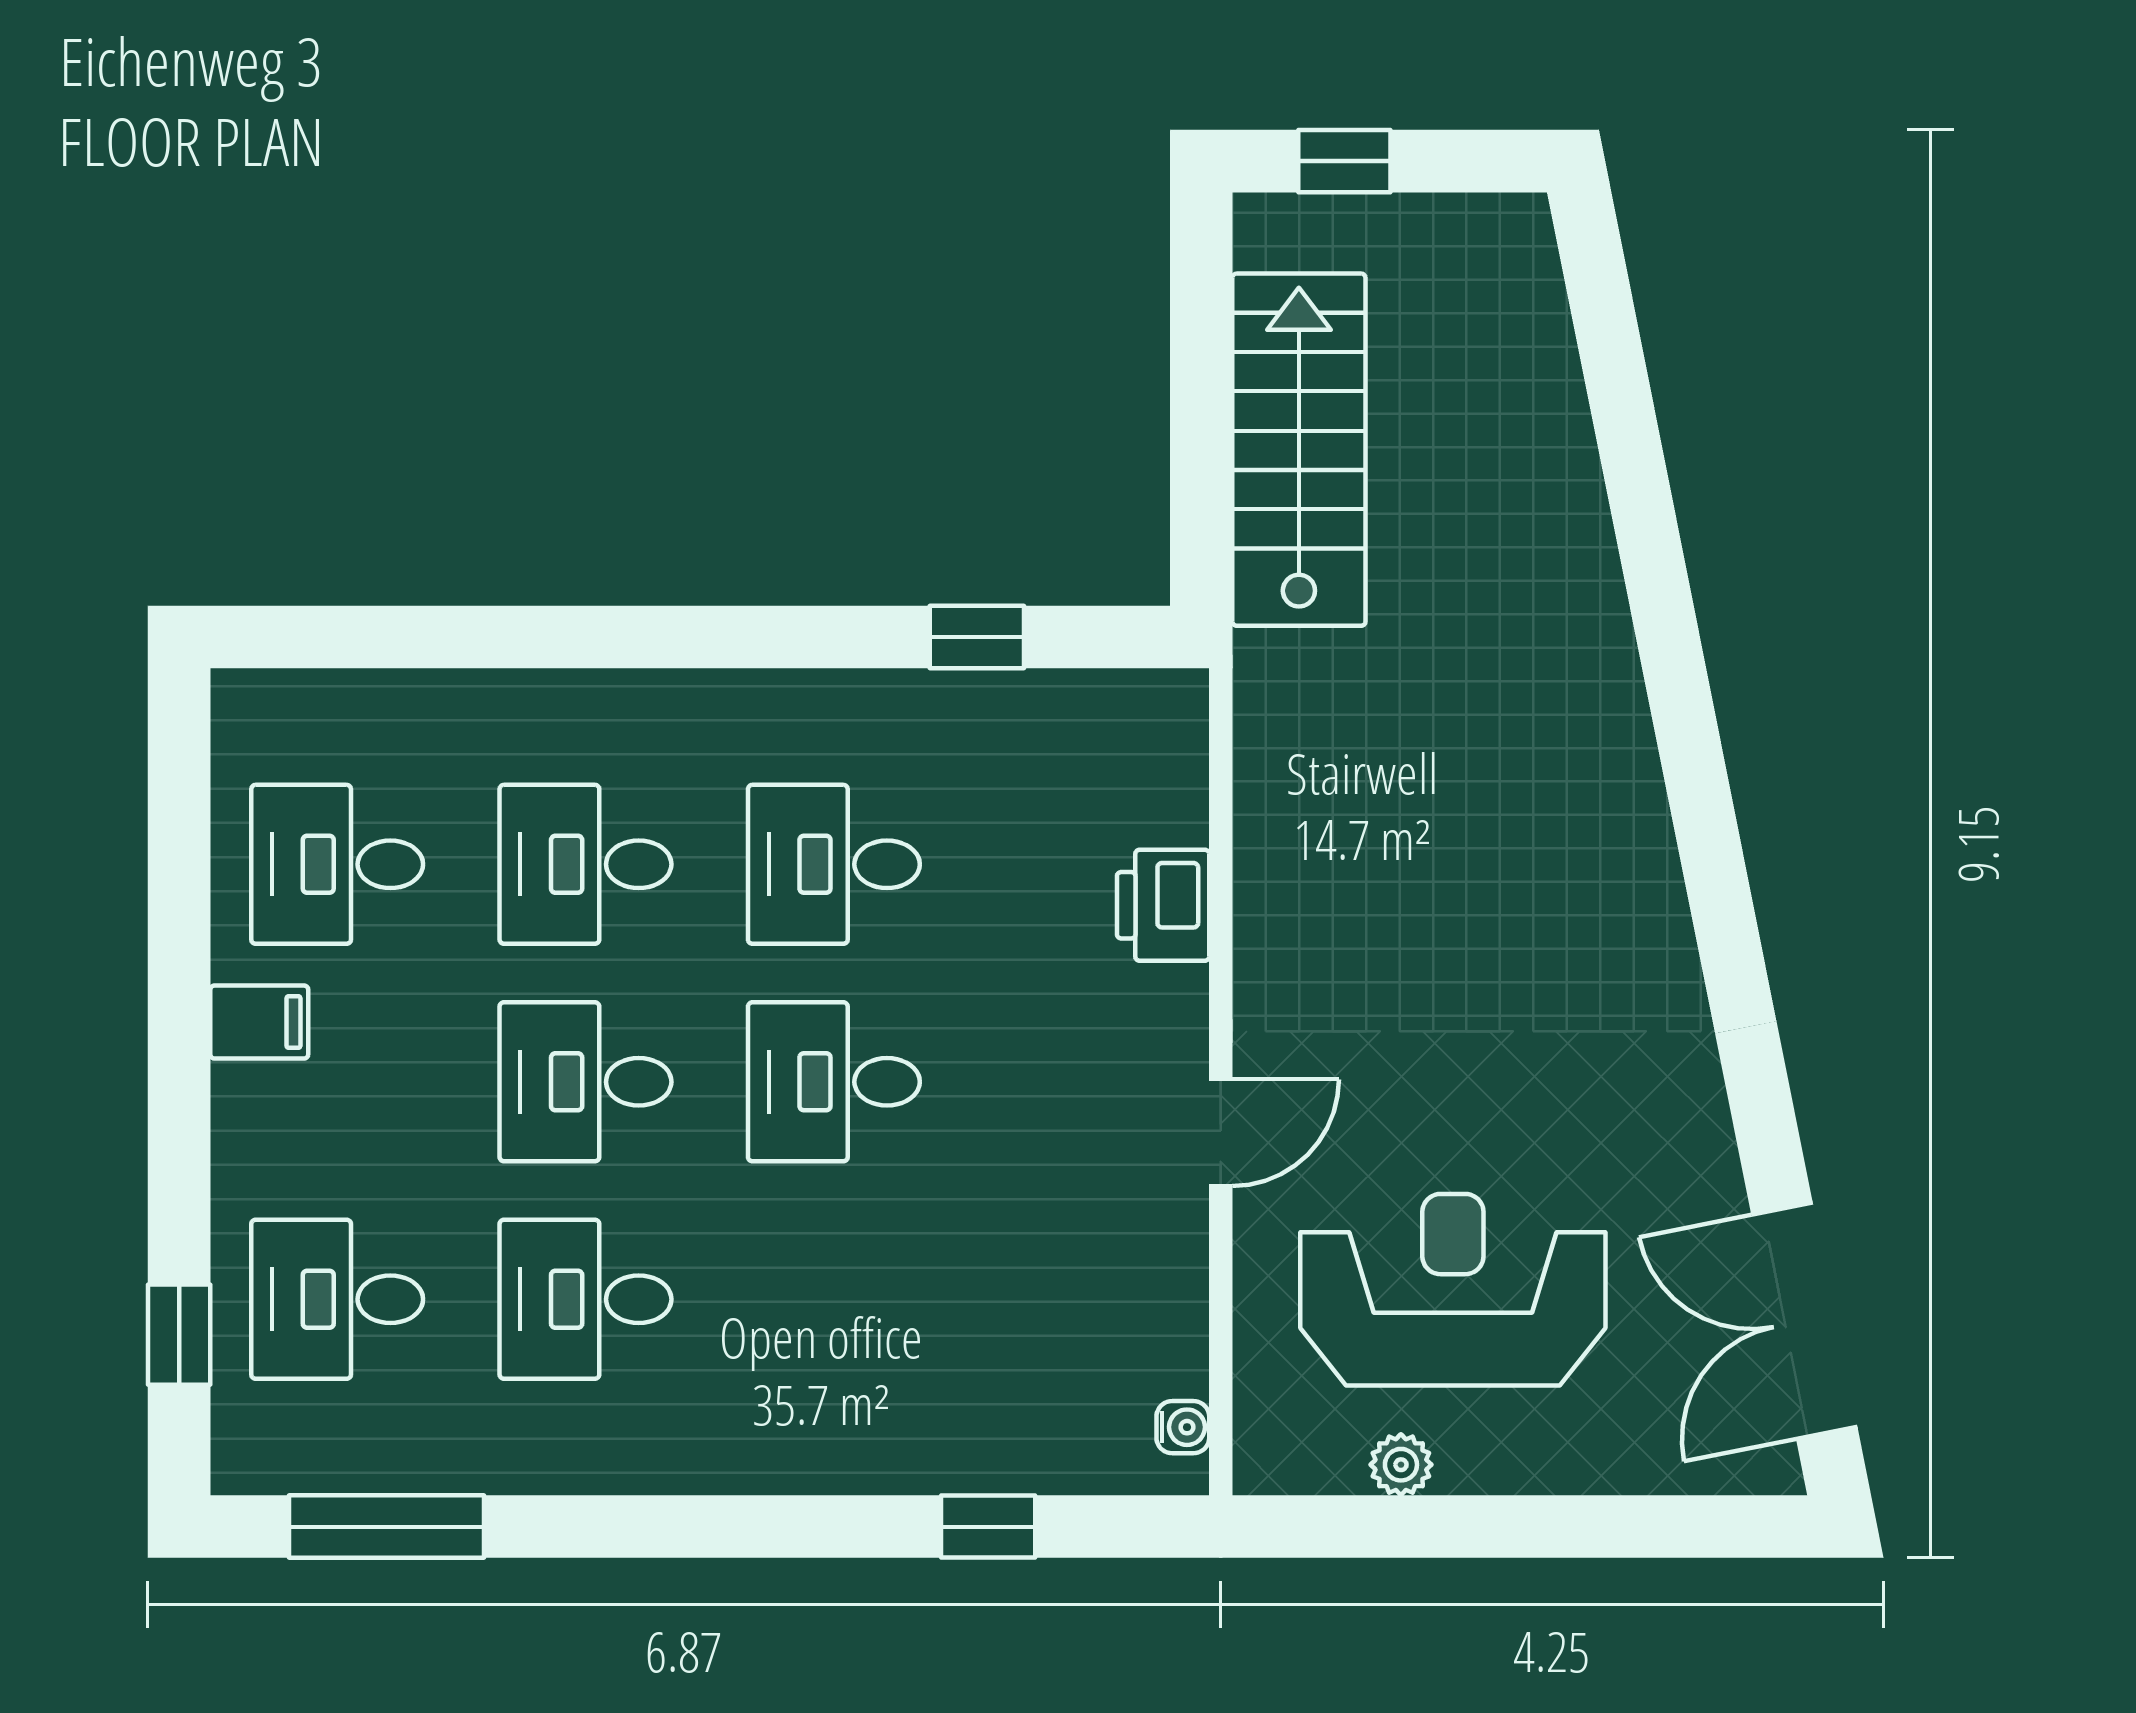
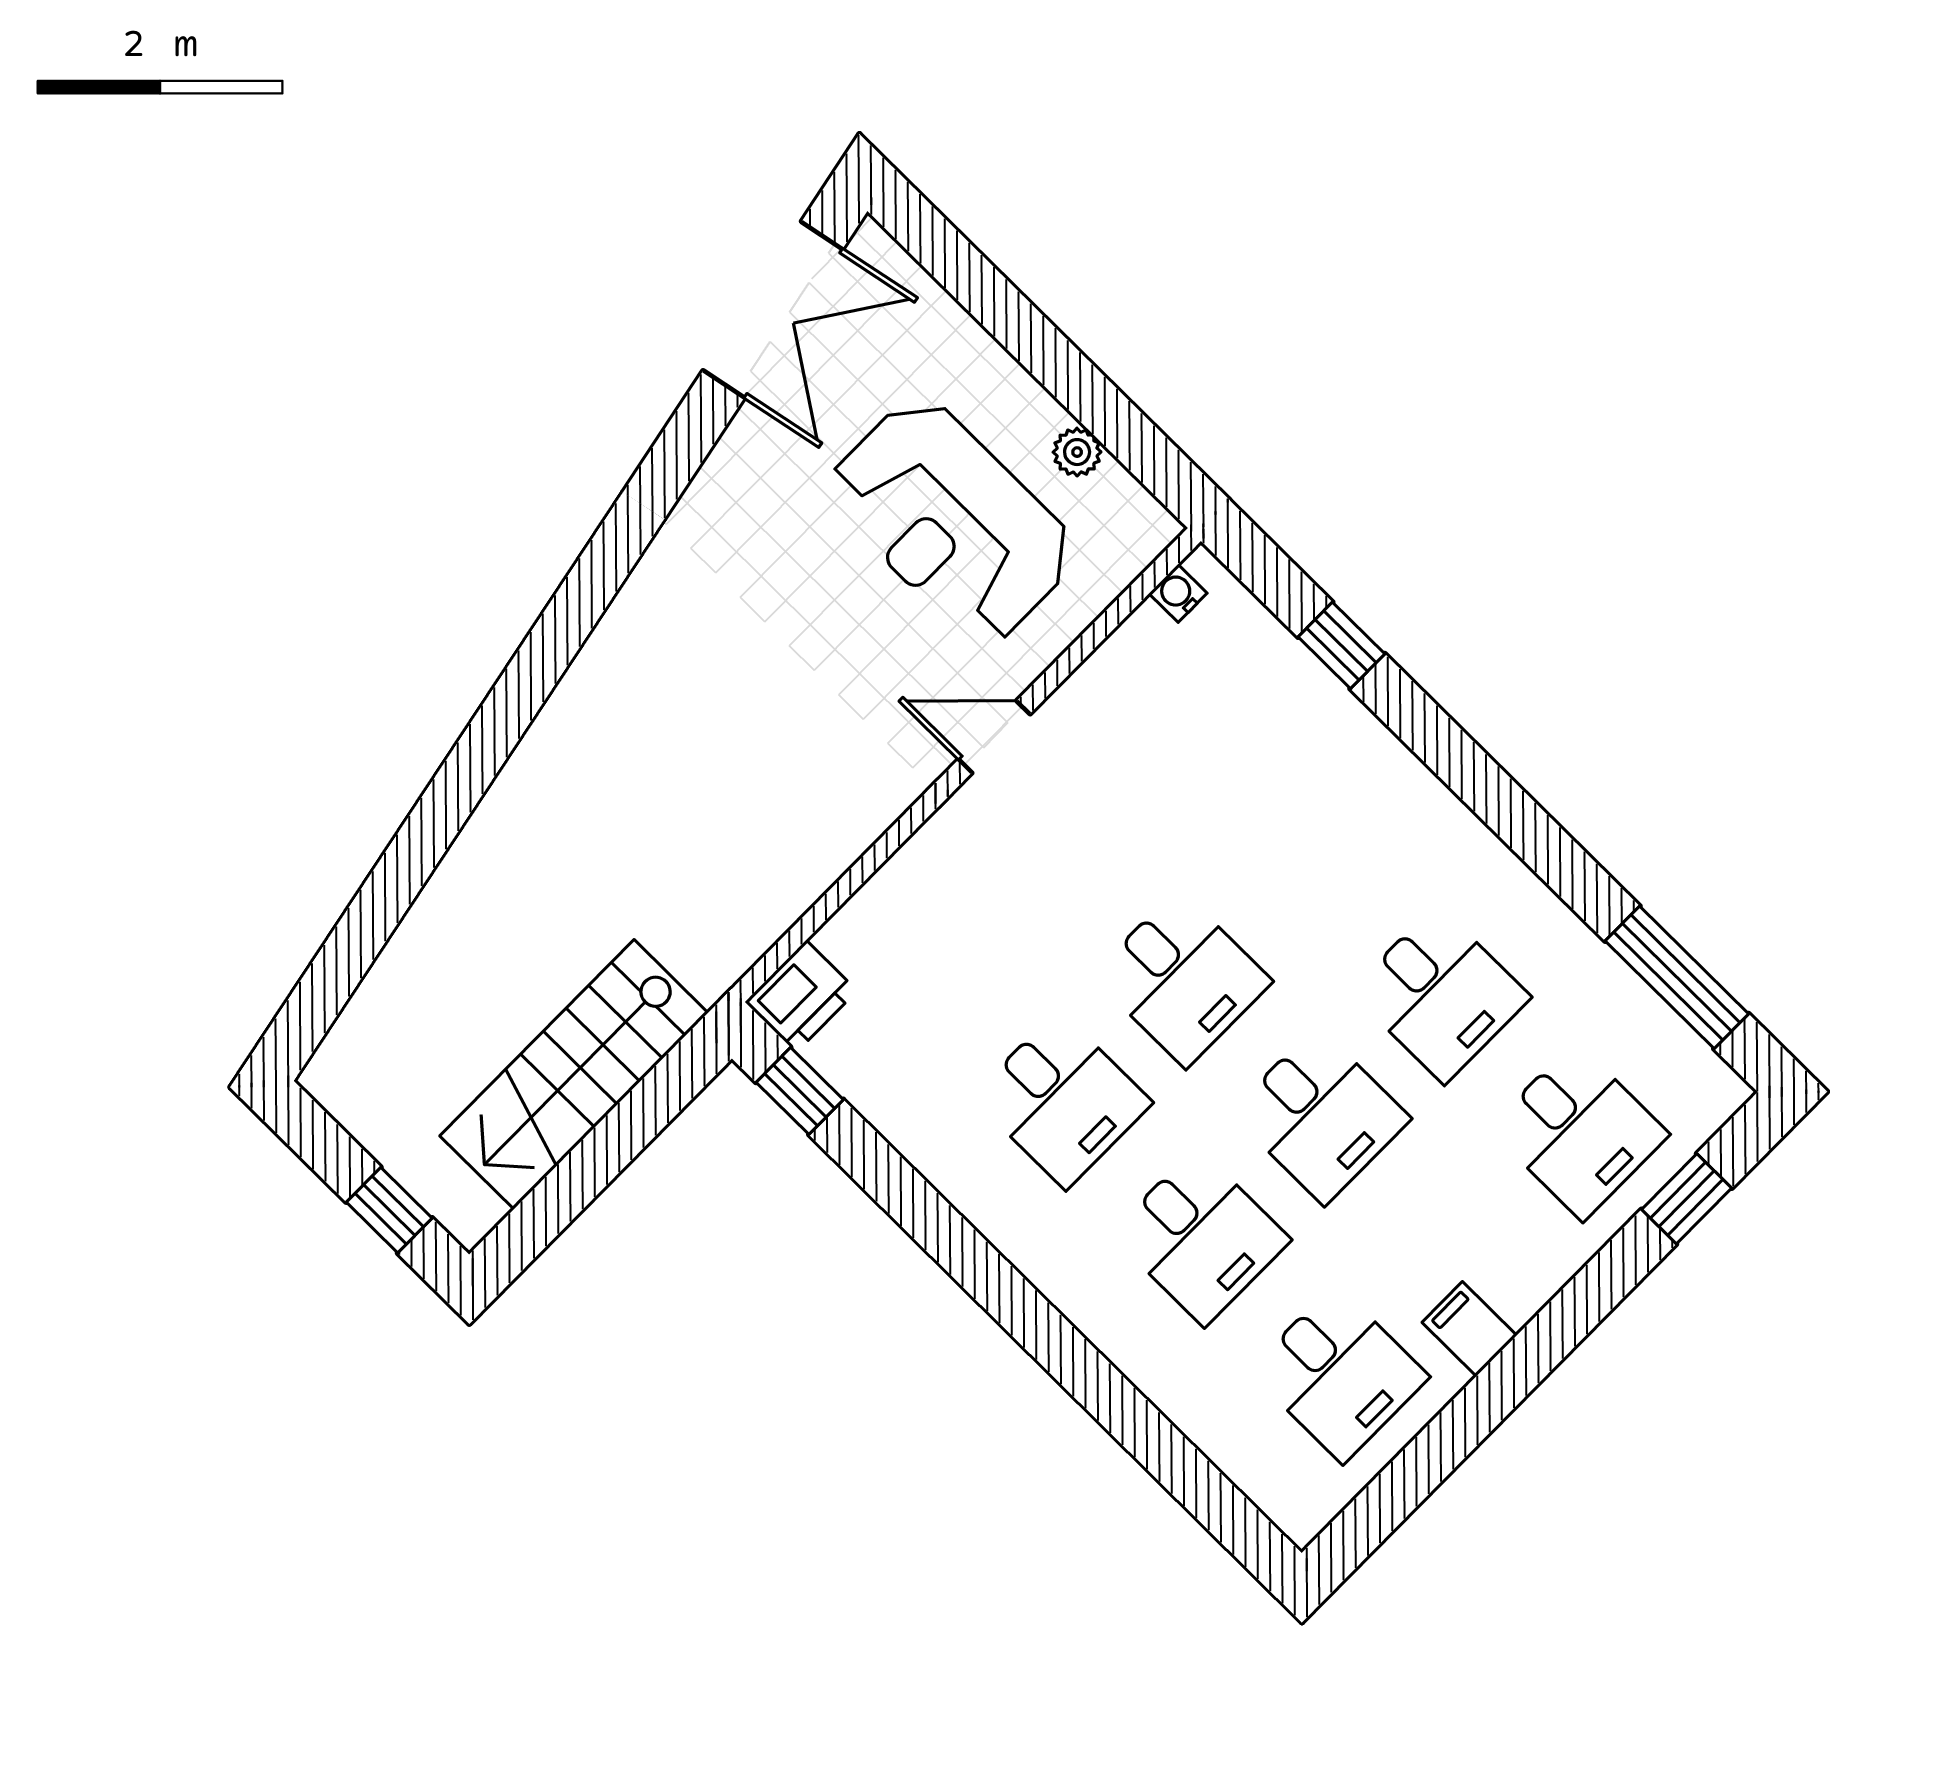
window: (977, 637) -> (800, 1091), moved
printer: (1163, 905) -> (801, 996), moved

